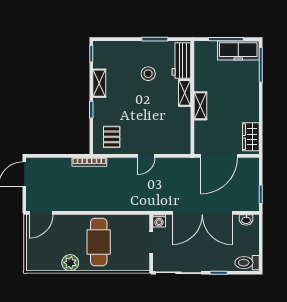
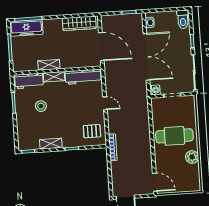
freezer: (238, 50) -> (26, 28), moved, turned 90
shelving: (200, 106) -> (49, 65), moved
workbench: (182, 130) -> (83, 77), added
wardrobe: (251, 137) -> (79, 23), width x1.50

